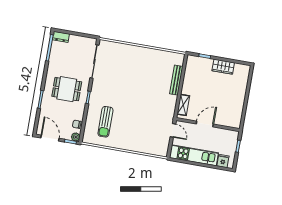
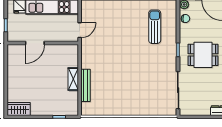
wardrobe: (223, 67) -> (19, 109), moved
shelving: (183, 105) -> (73, 79), moved
door: (205, 124) -> (35, 43), moved
door: (173, 130) -> (80, 30), swing flipped

